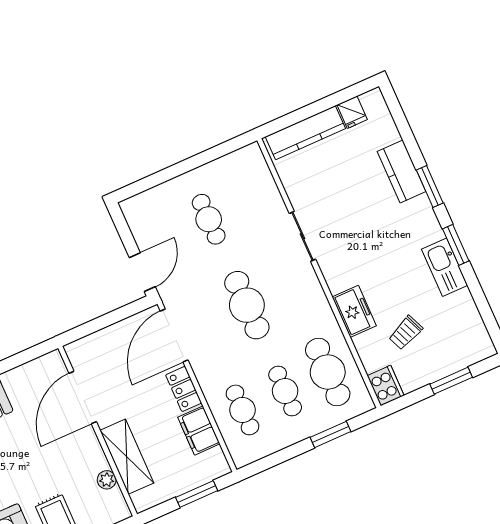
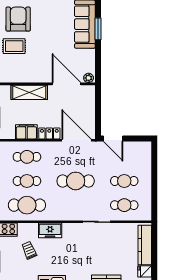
cafe table: (251, 200) -> (124, 205), added
plant: (107, 480) -> (89, 78), moved

